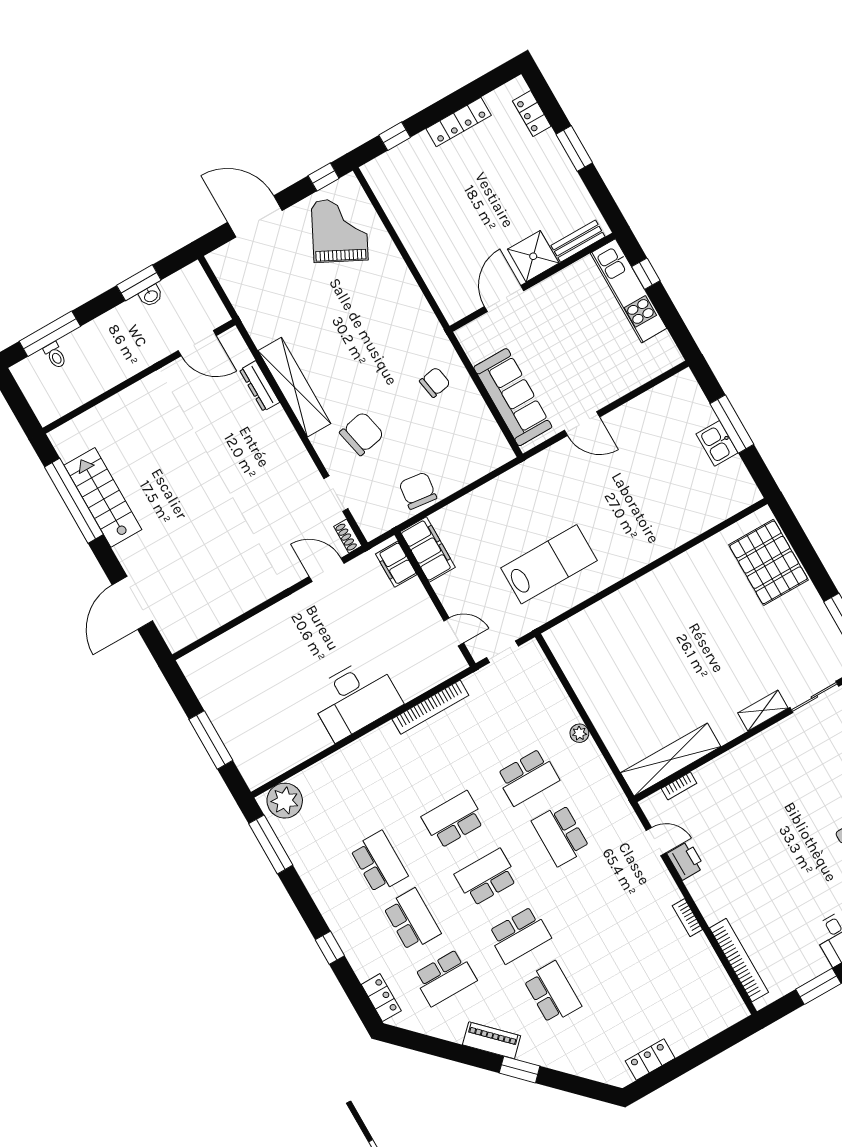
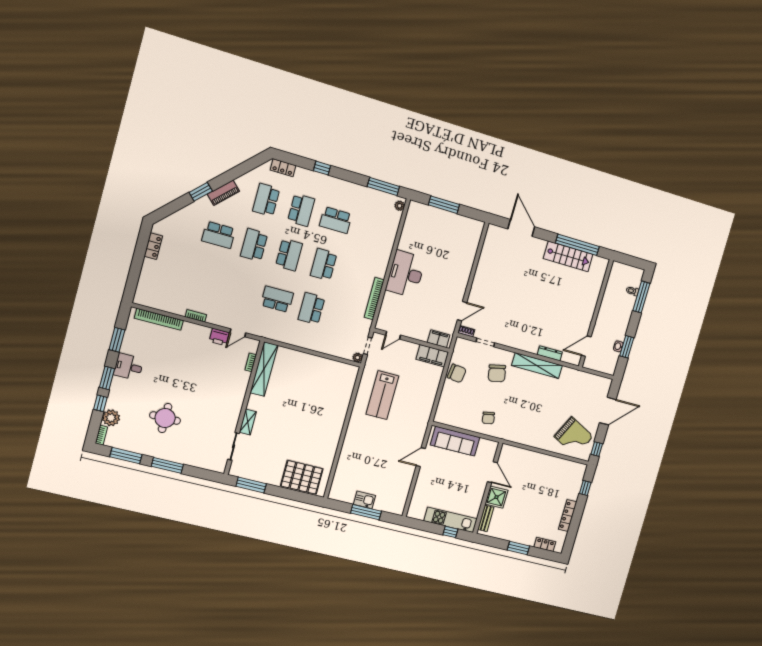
plant: (579, 733) -> (358, 358), moved
plant: (285, 801) -> (400, 206), width x0.53, depth x0.53
school desk: (453, 820) -> (324, 264), turned 180
school desk: (412, 920) -> (301, 210), turned -90

